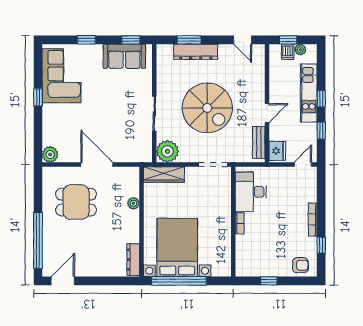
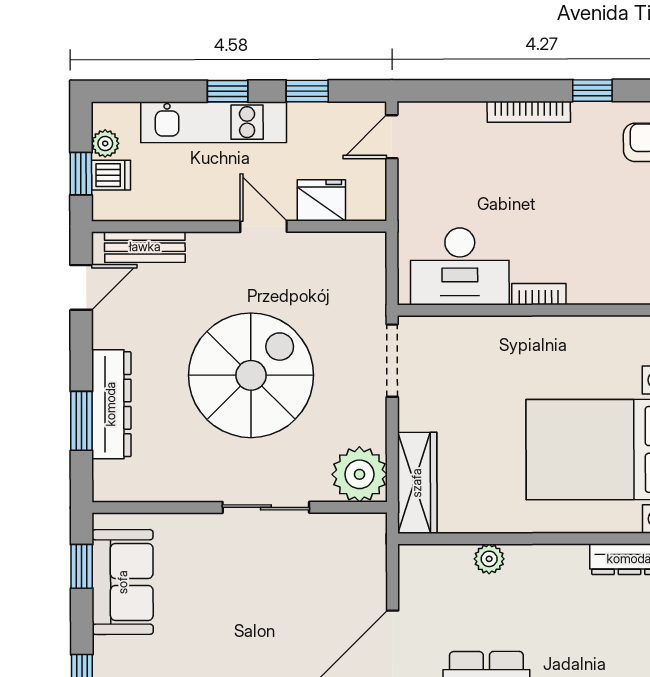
bench: (259, 143) -> (145, 247), moved
fridge: (277, 151) -> (321, 200), moved
door: (303, 165) -> (392, 137), hinge flipped

